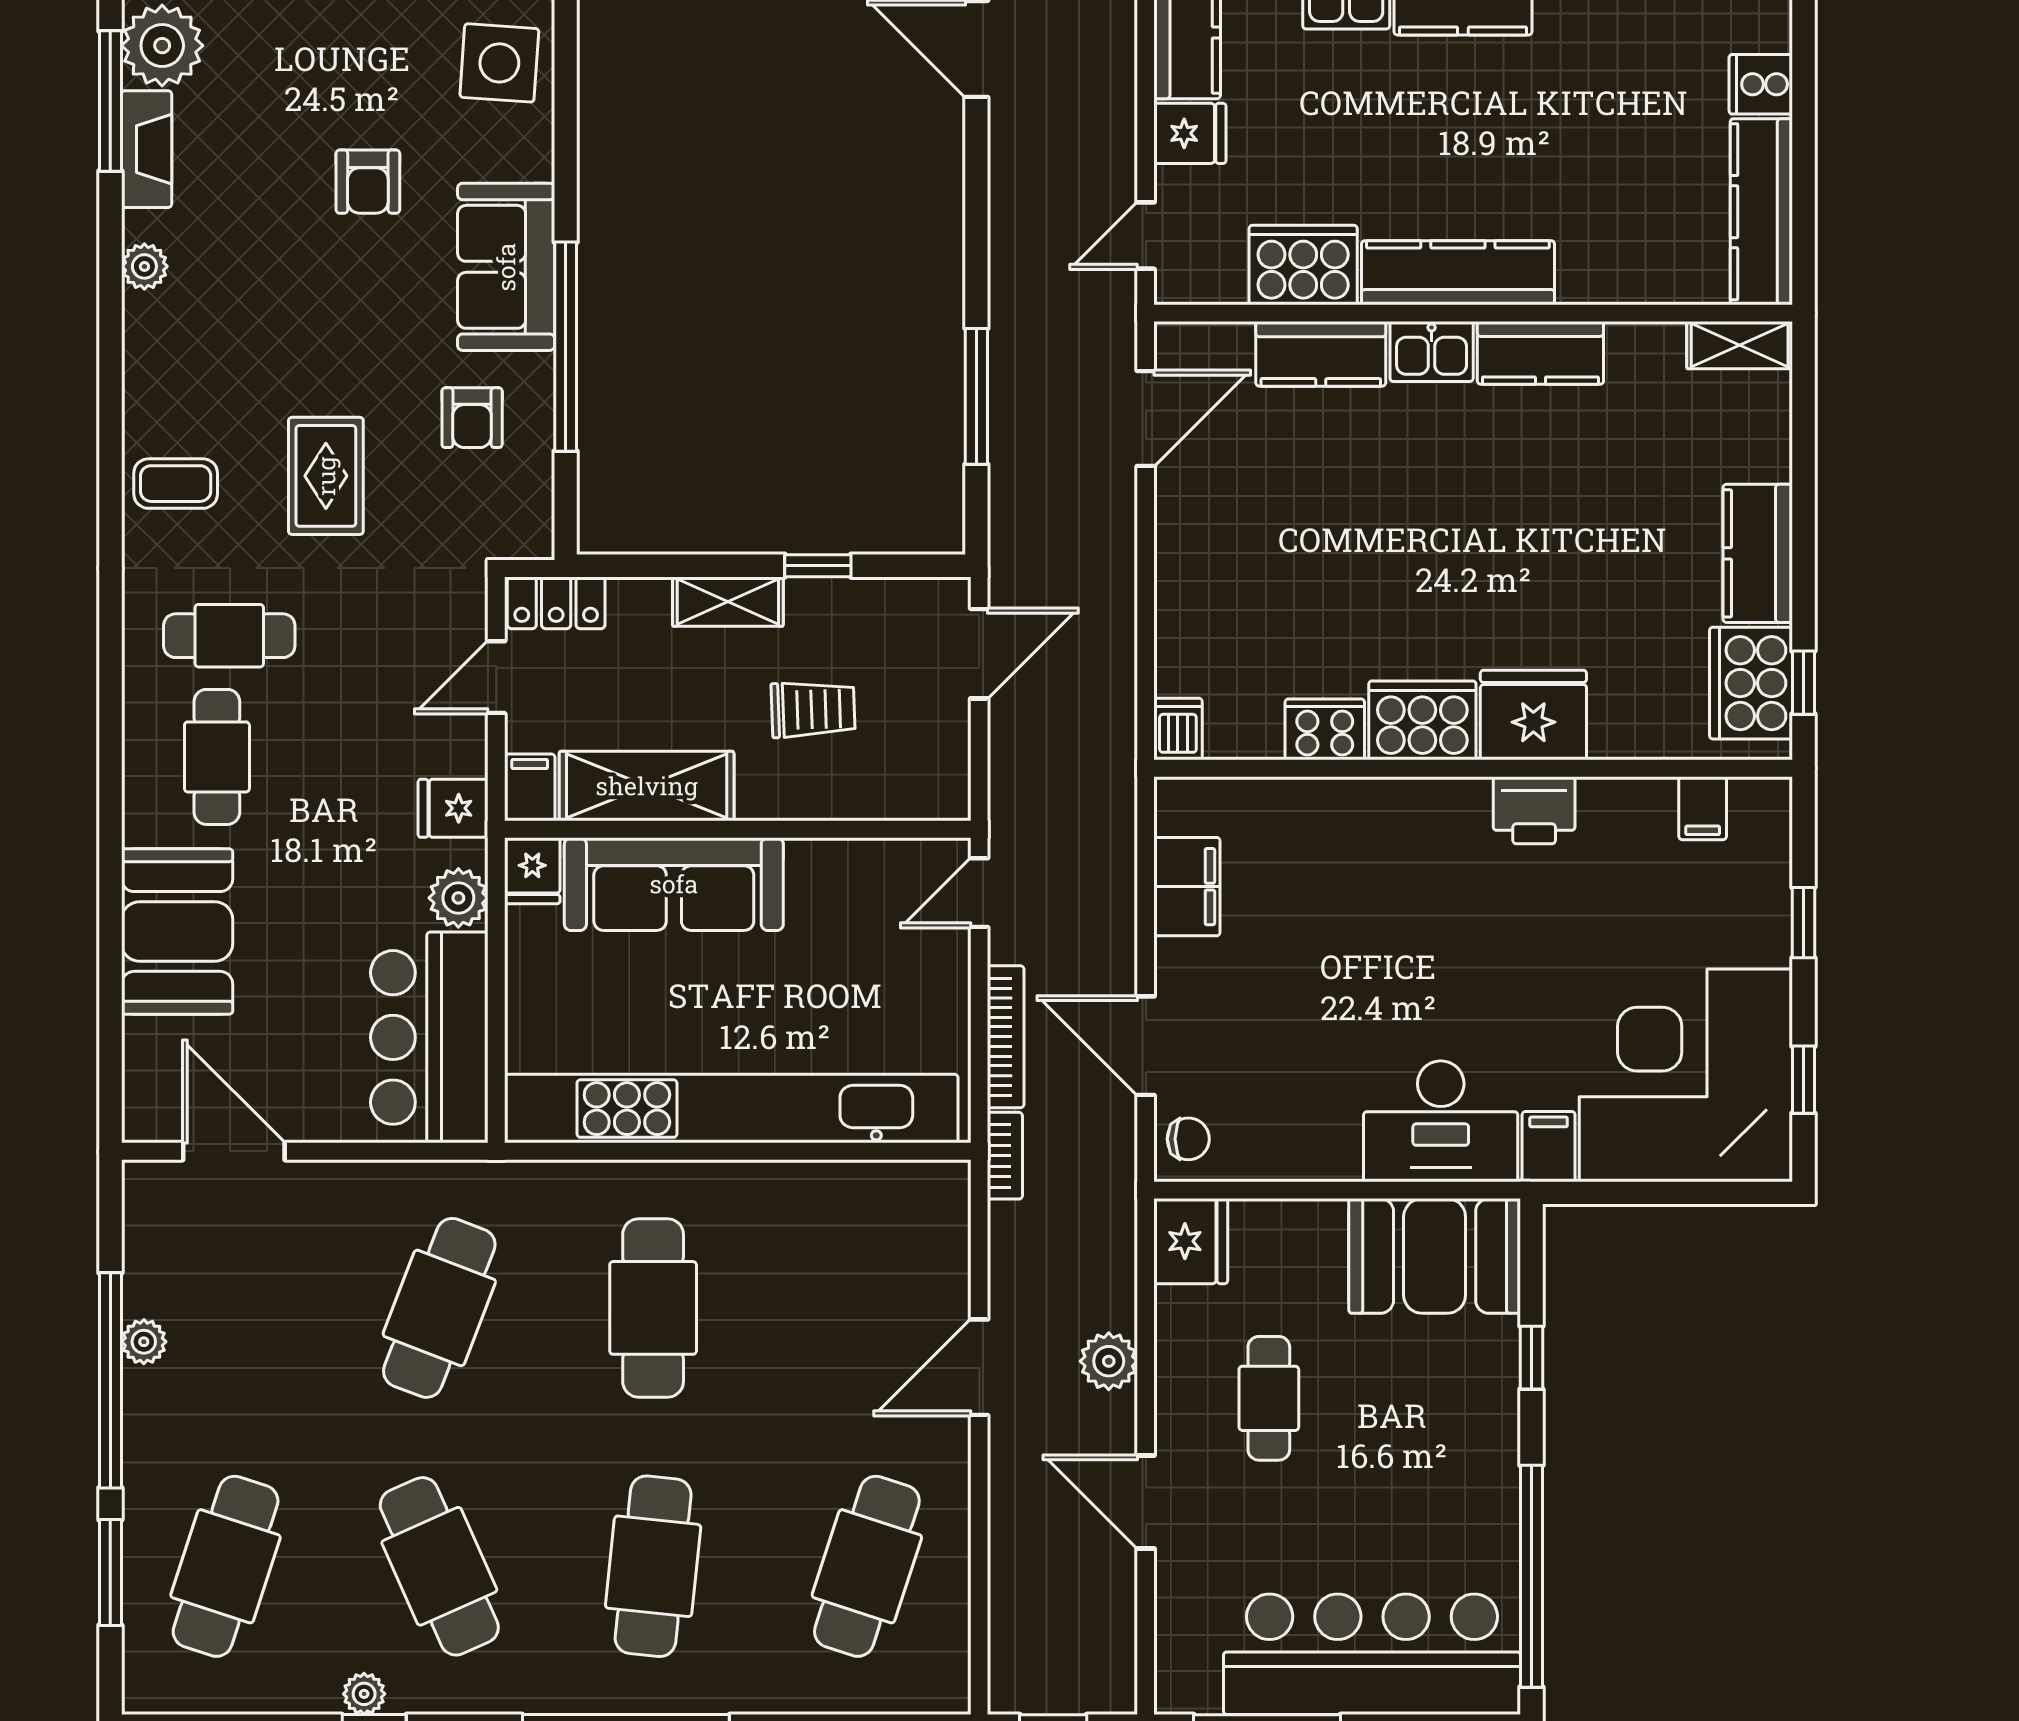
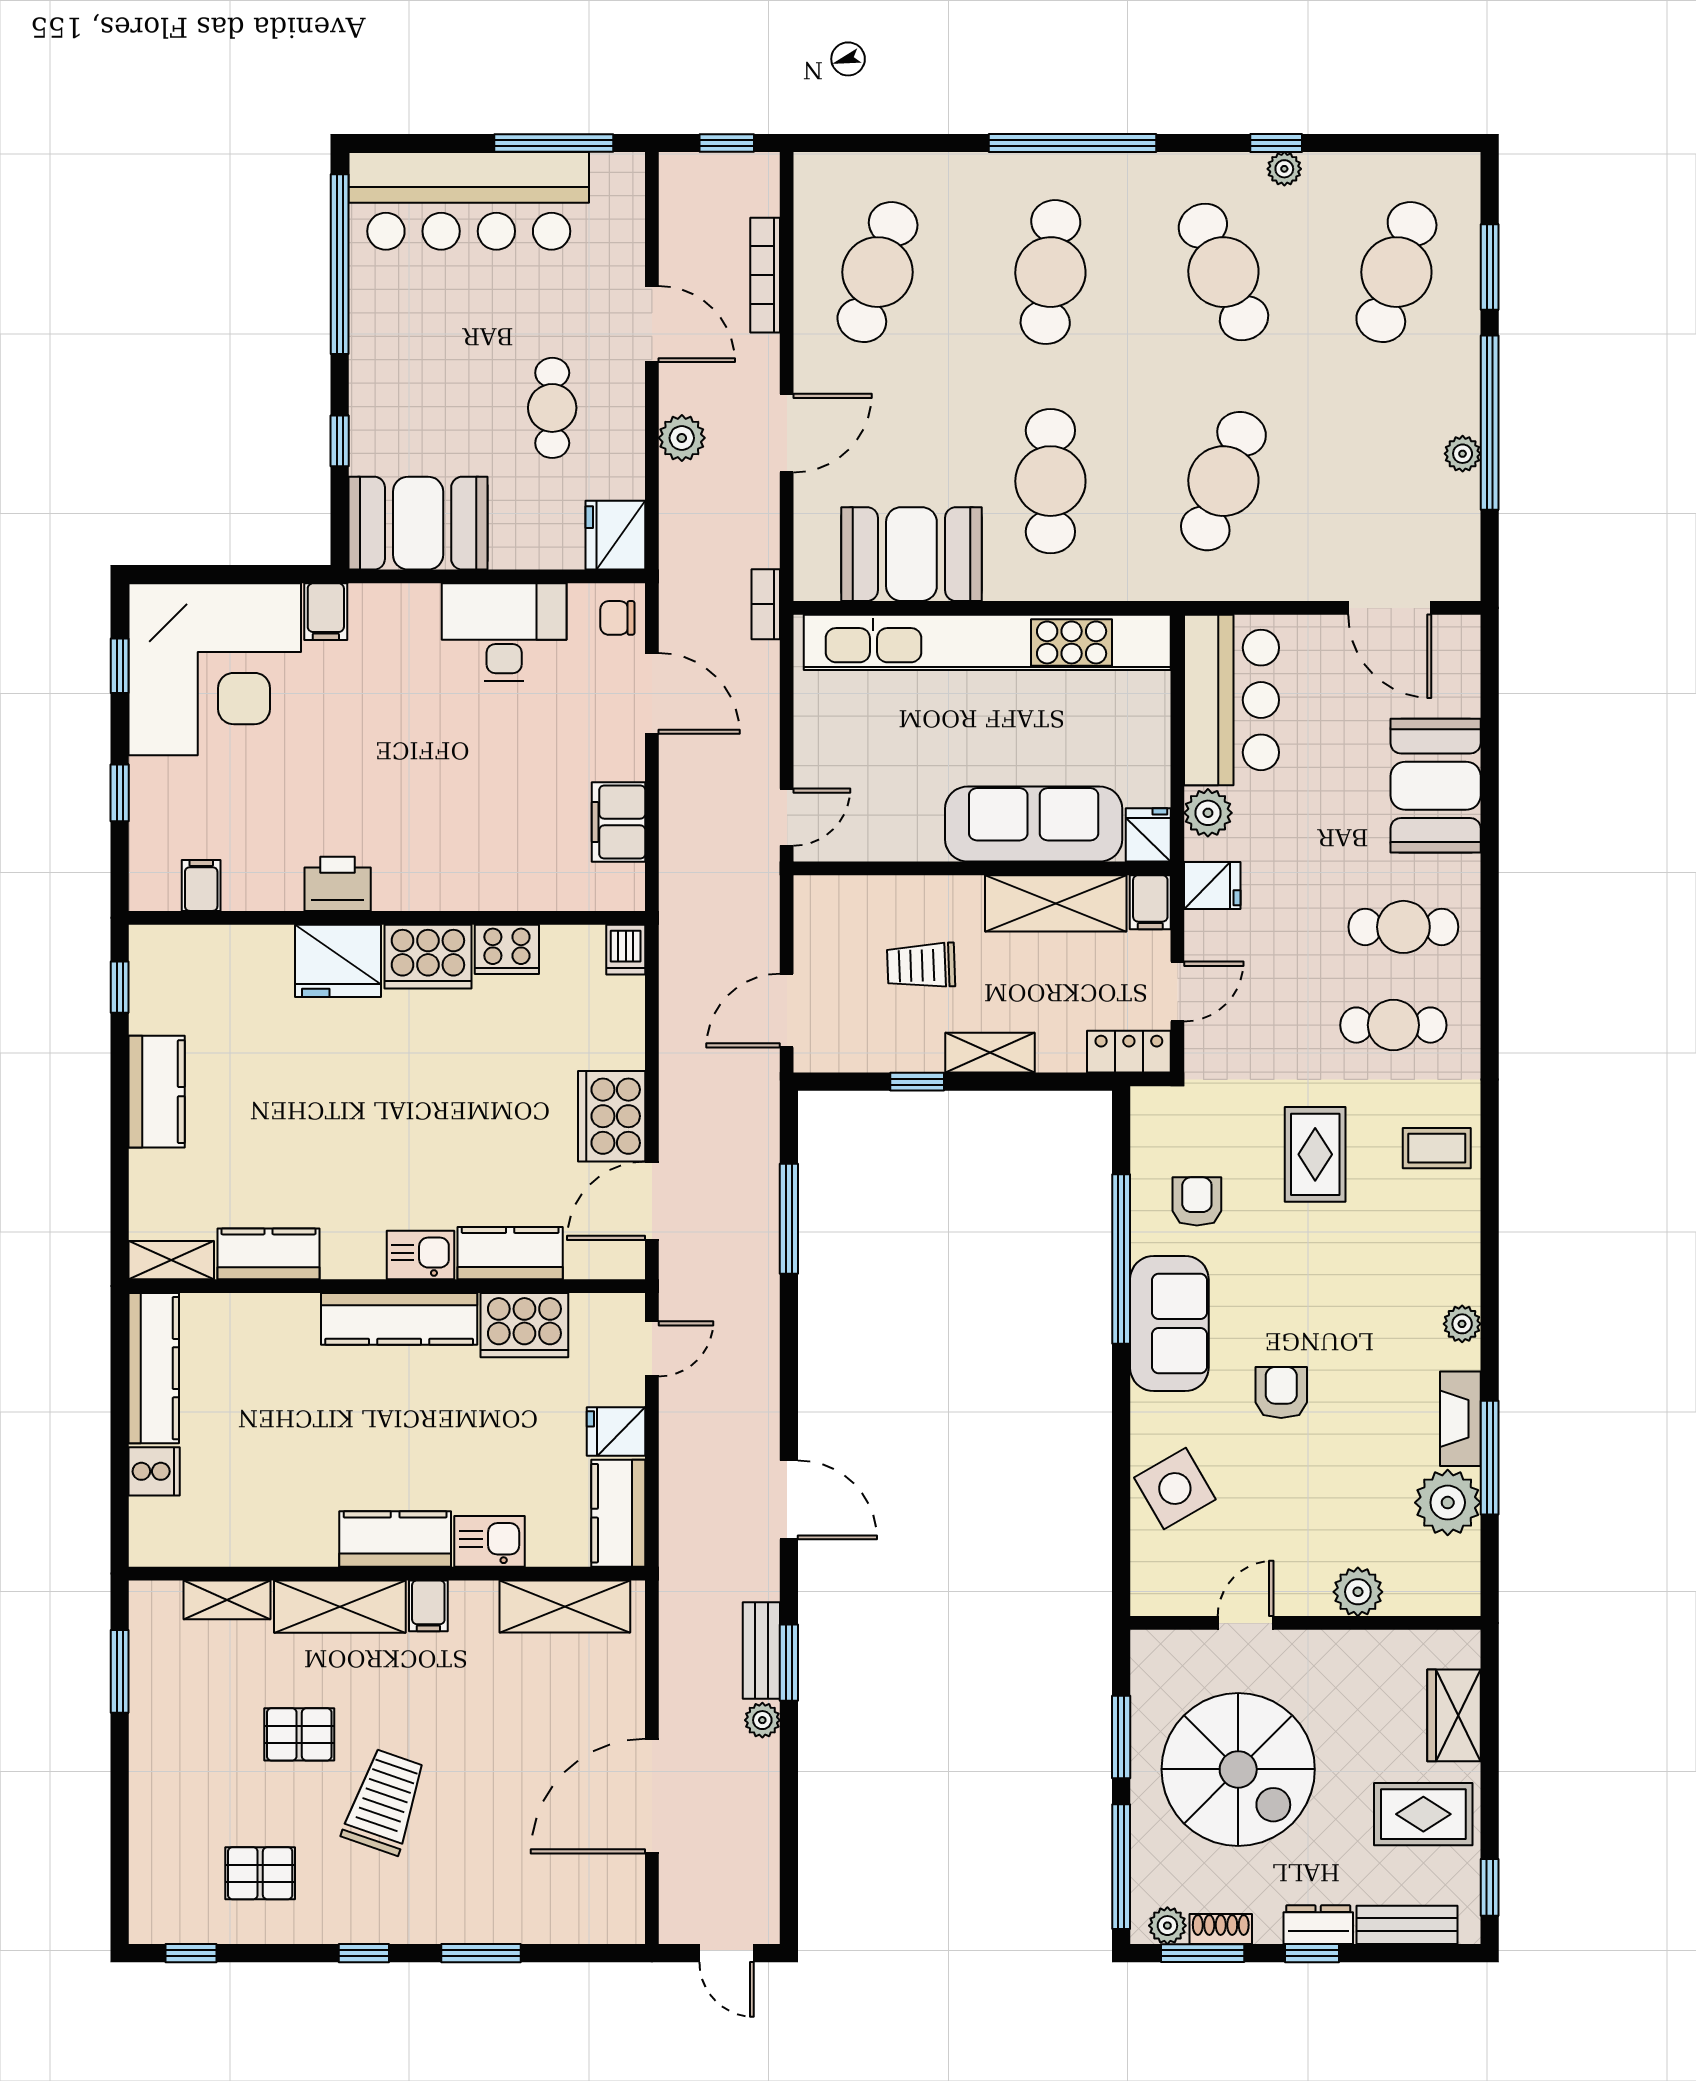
side table: (499, 63) -> (1175, 1488), turned -34
kitchen counter: (1540, 353) -> (269, 1254), moved
cooker: (1751, 683) -> (612, 1116), moved, turned 180
cafe table: (217, 757) -> (1403, 927), turned 90
bookcase: (1006, 1037) -> (765, 275), moved
desk: (1441, 1121) -> (504, 632), moved
booth: (825, 1218) -> (911, 554), added

